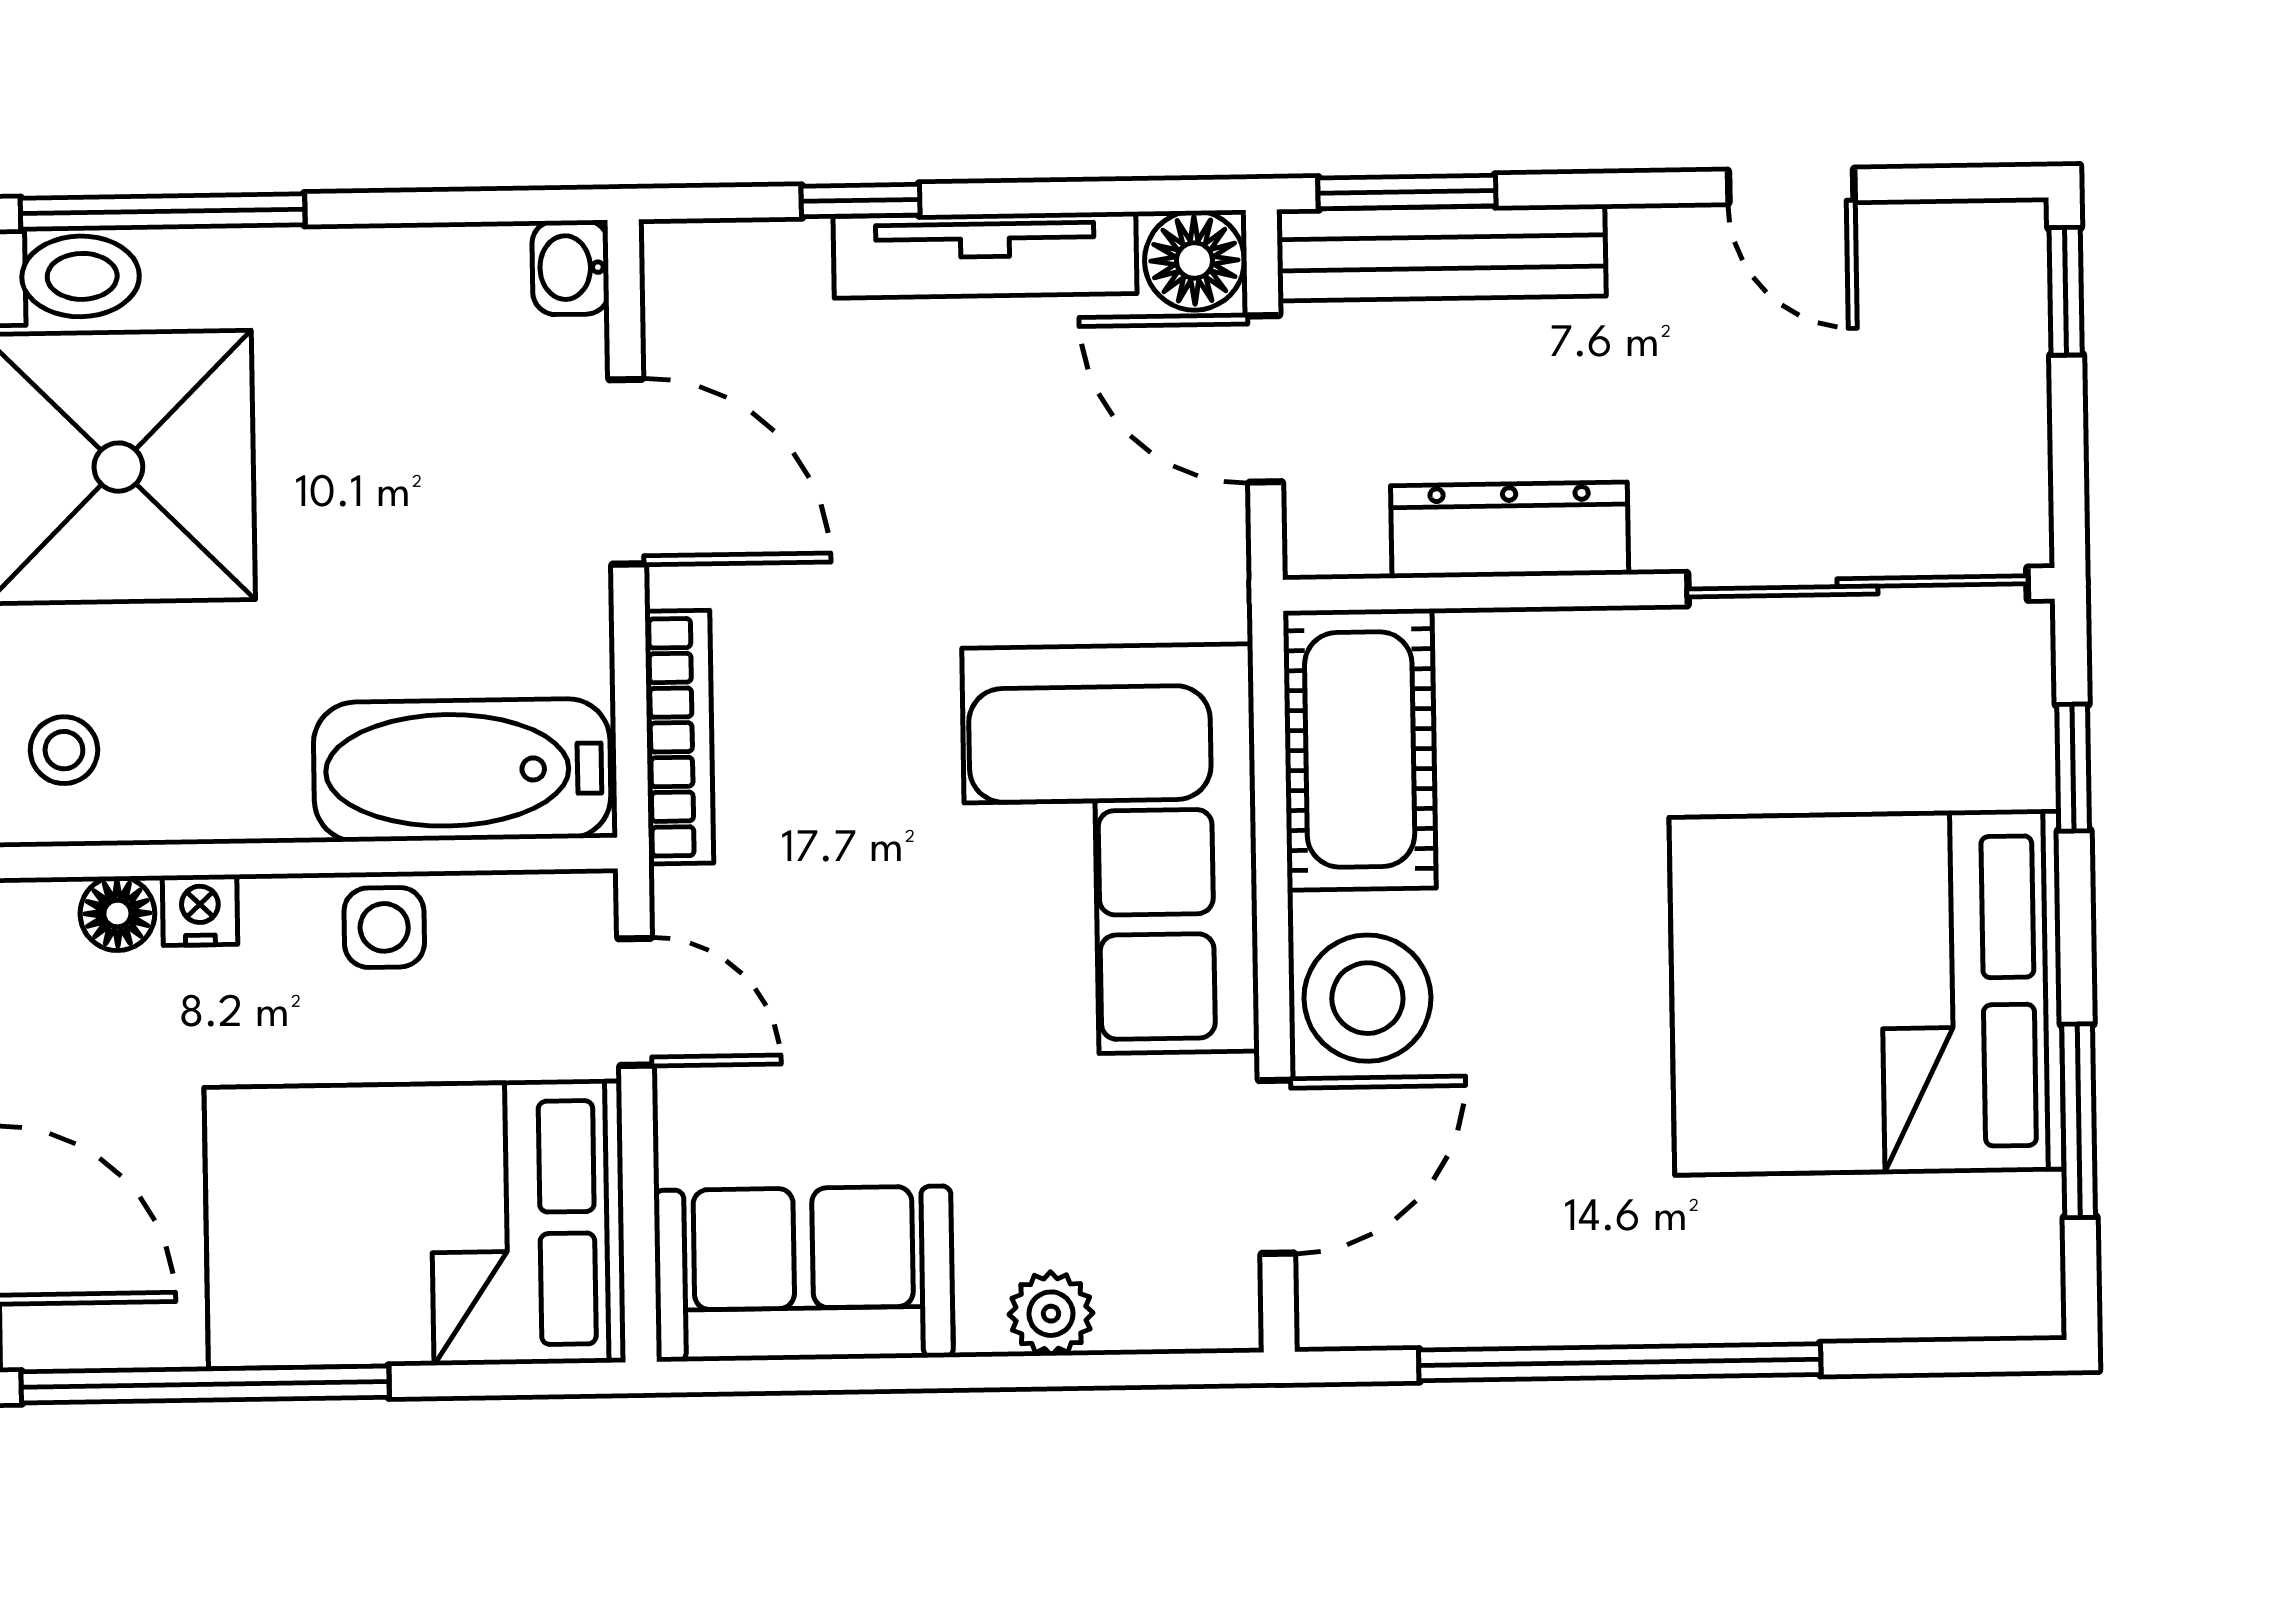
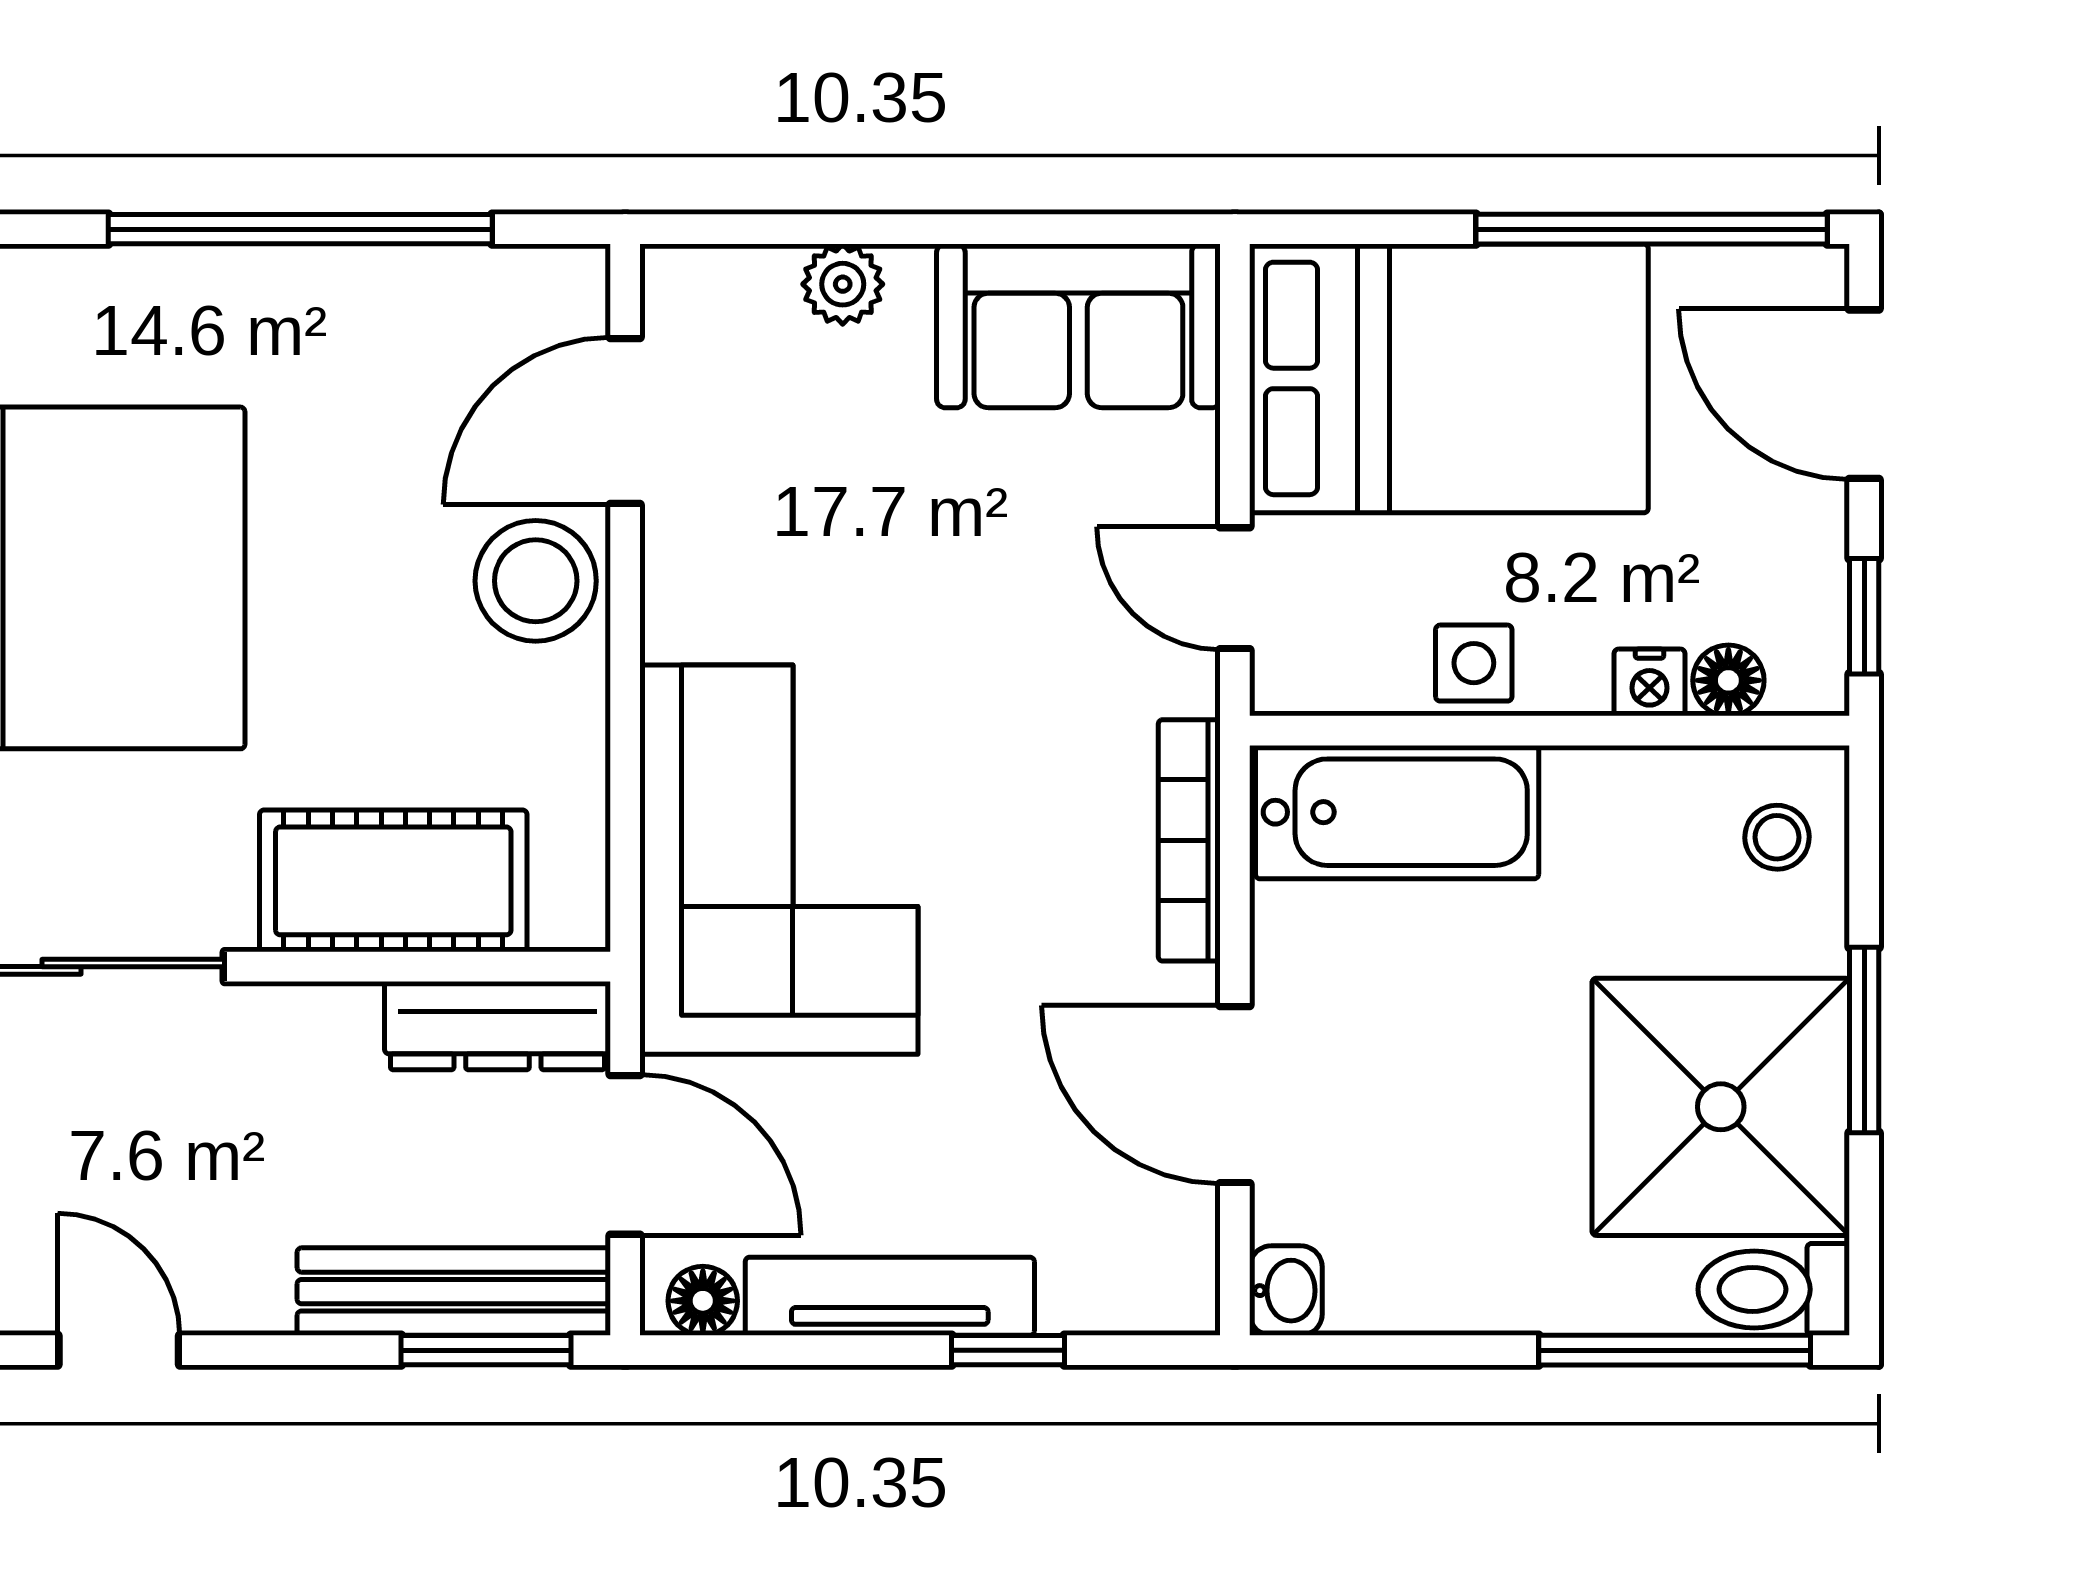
floor lamp: (1194, 261) -> (703, 1301), width x0.73, depth x0.73
dresser: (1510, 530) -> (498, 1026), moved
cot: (1360, 749) -> (393, 881), moved, turned 90
corner sofa: (1110, 850) -> (779, 860), moved

